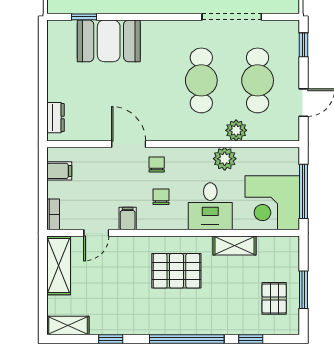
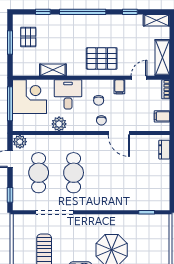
booth: (109, 41) -> (131, 197), removed
plant: (236, 130) -> (20, 142), moved
pallet: (176, 271) -> (102, 58), moved

